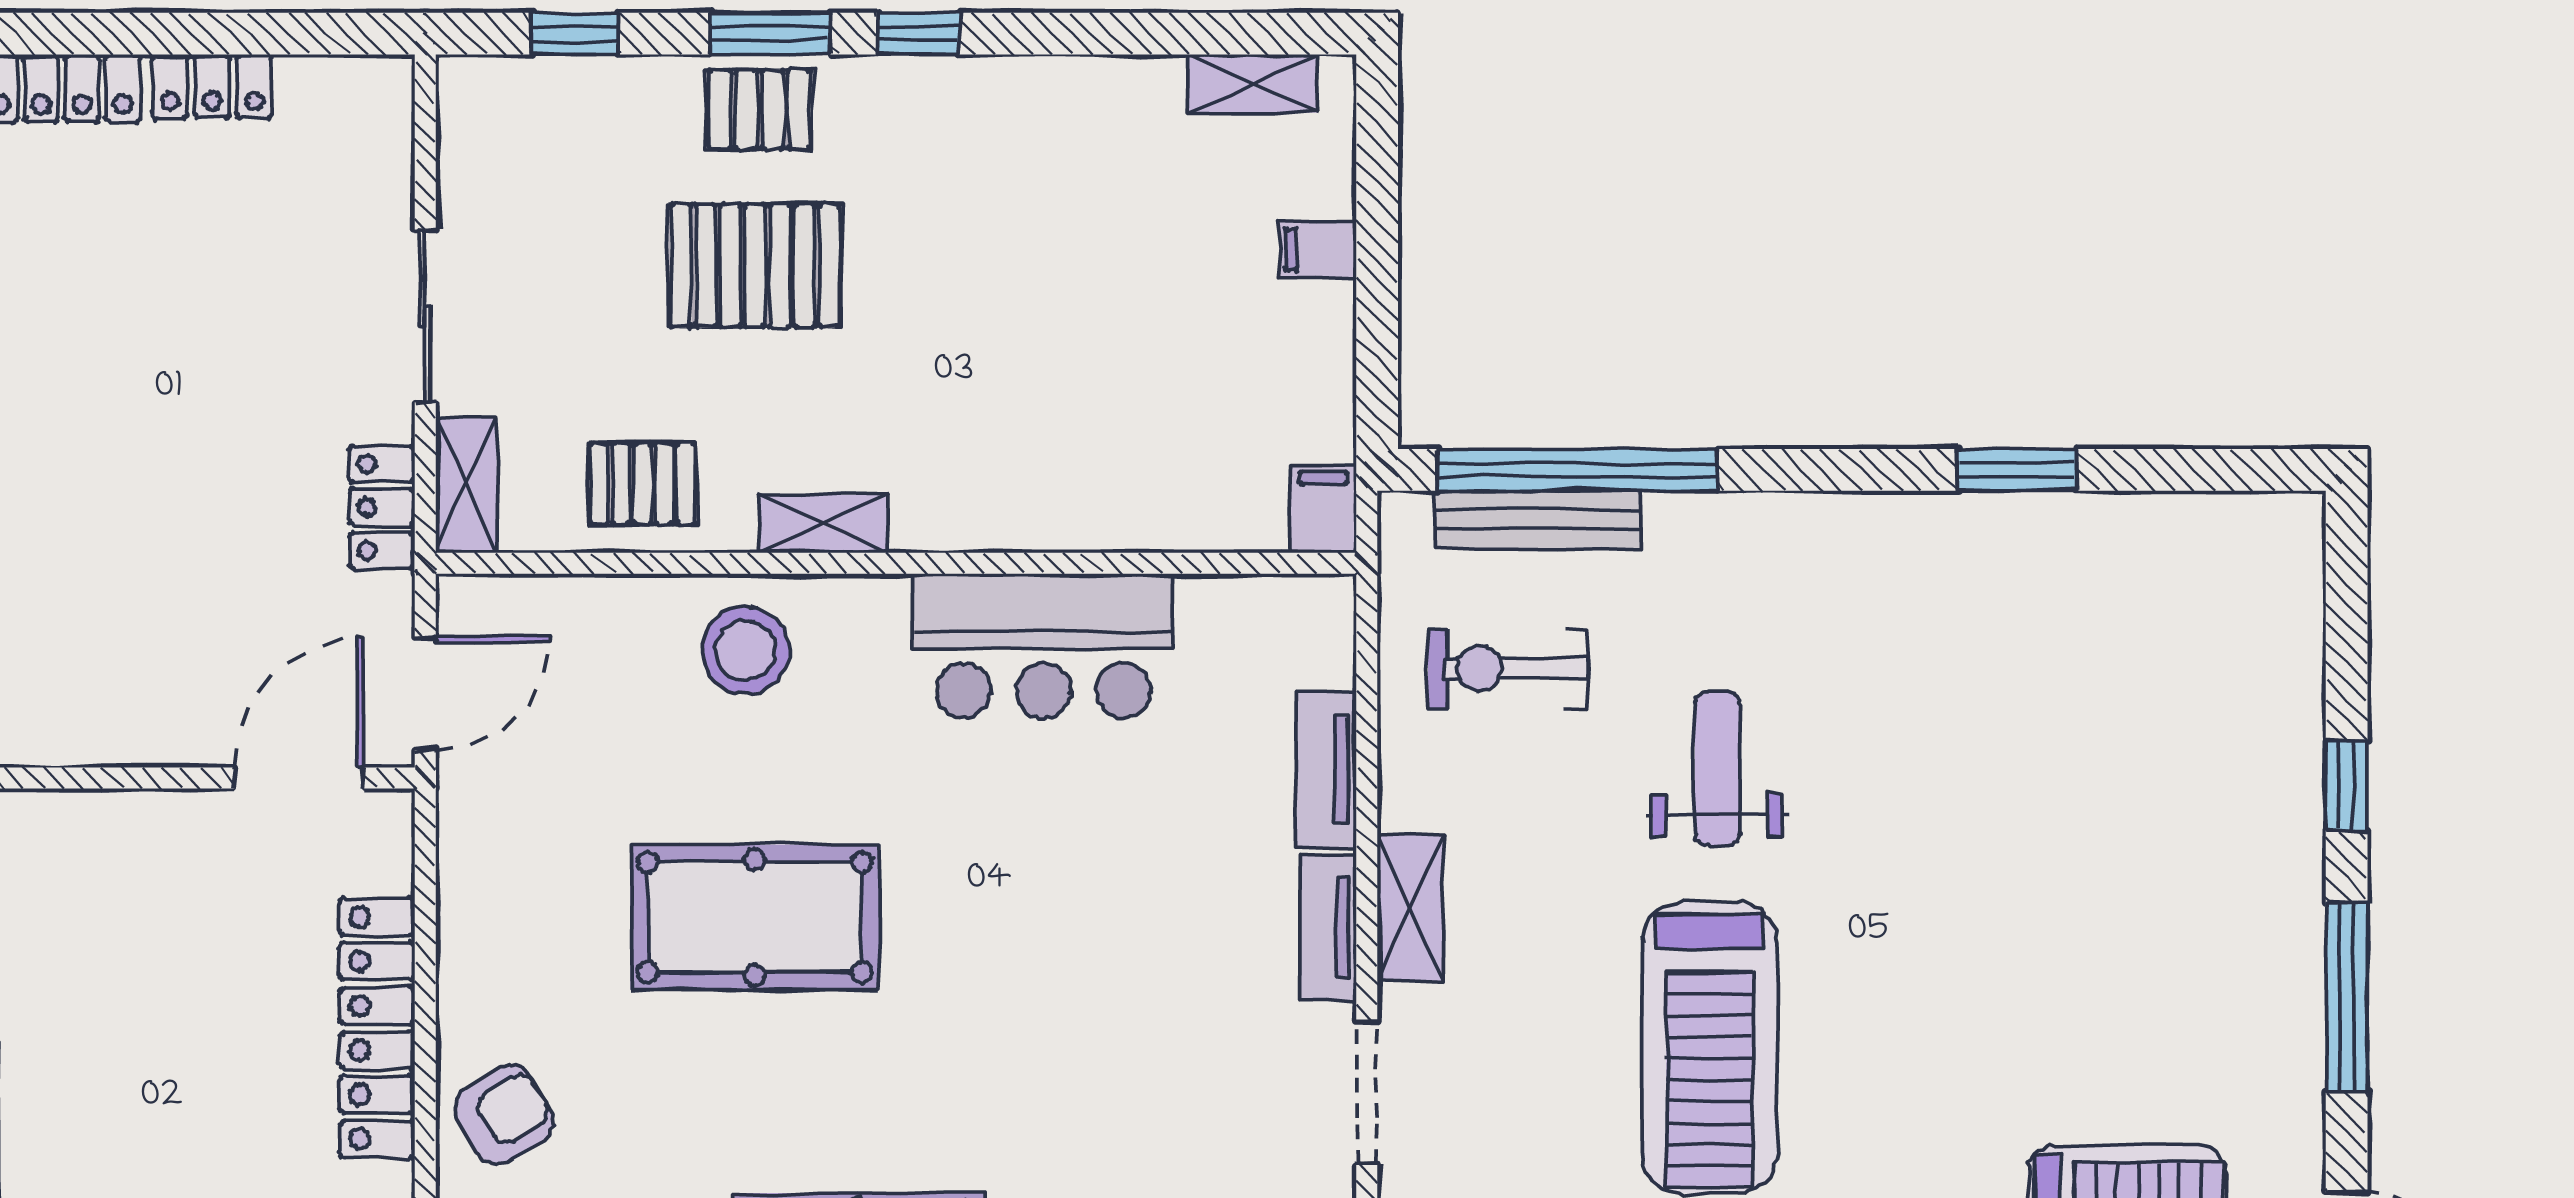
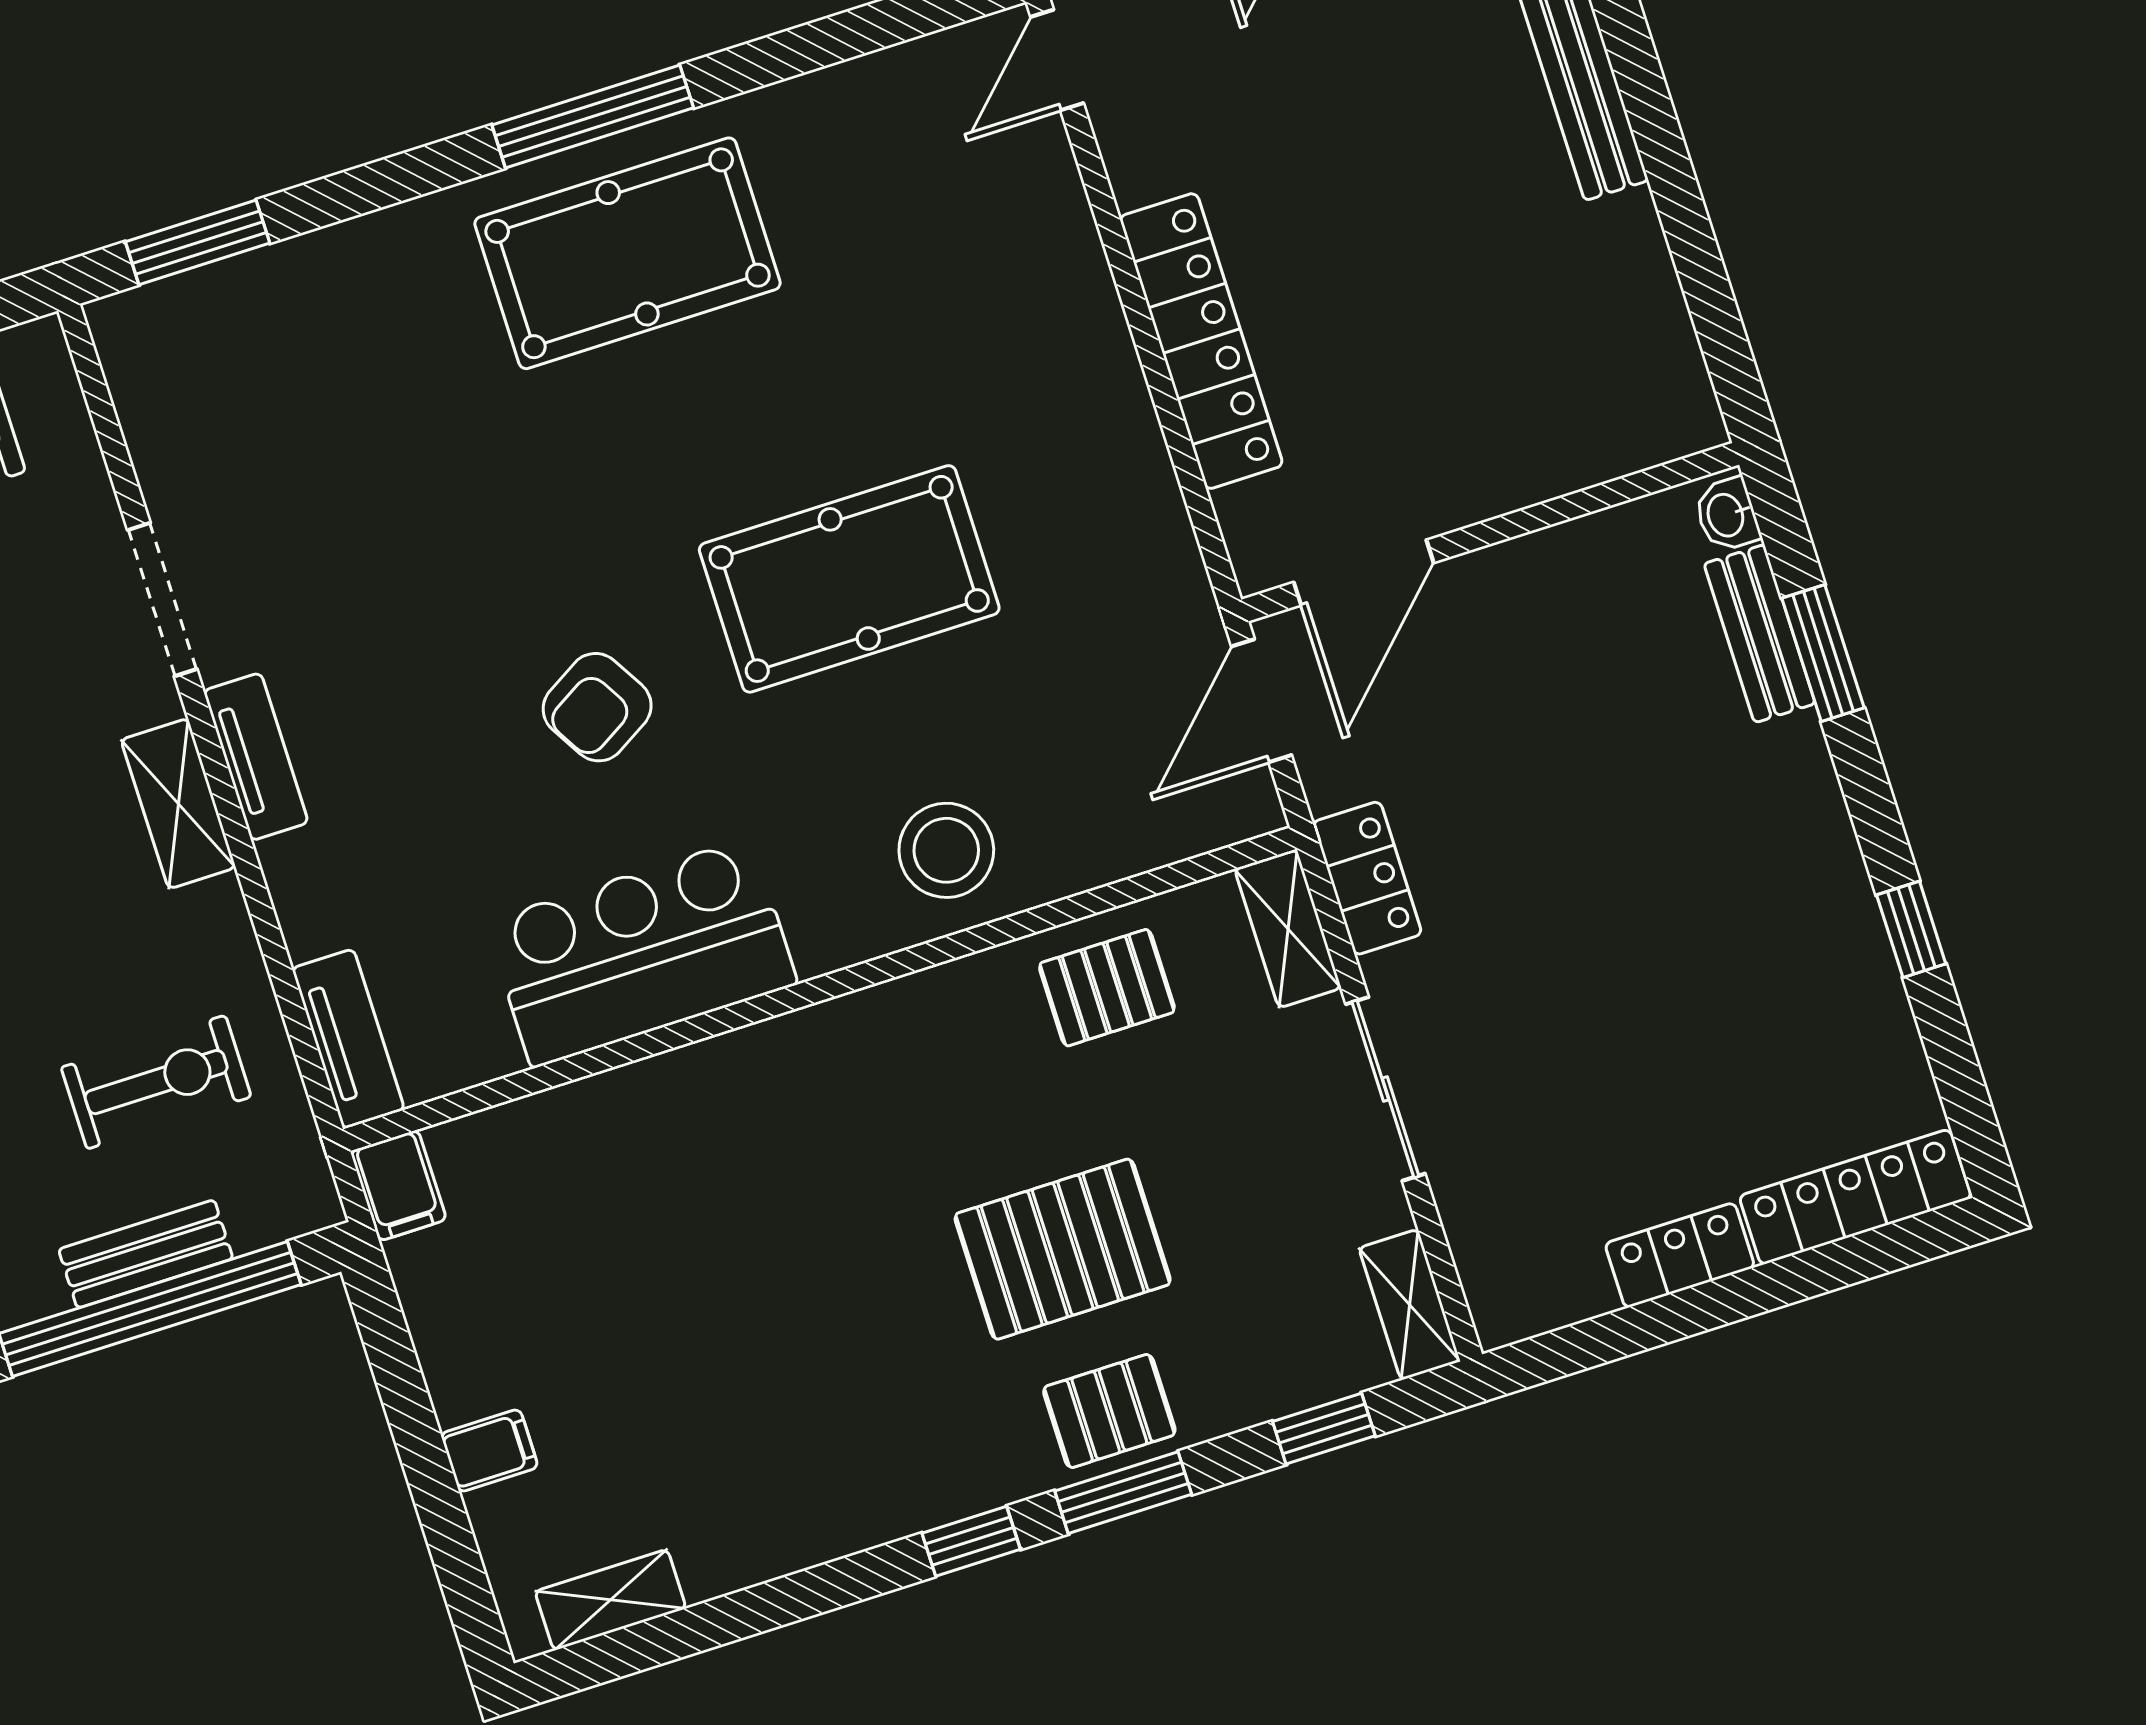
bench: (1538, 520) -> (146, 1254), width x0.73
shelving: (823, 524) -> (1410, 1305), moved, turned 90
tv unit: (1326, 770) -> (348, 1039), moved
armchair: (504, 1115) -> (597, 707), moved

